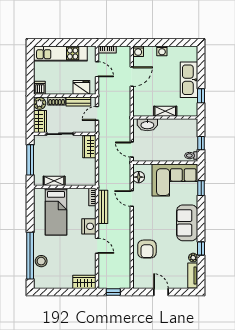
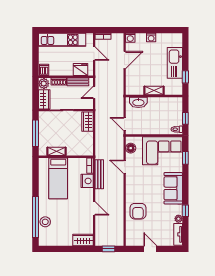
nightstand: (89, 226) -> (87, 181), moved

